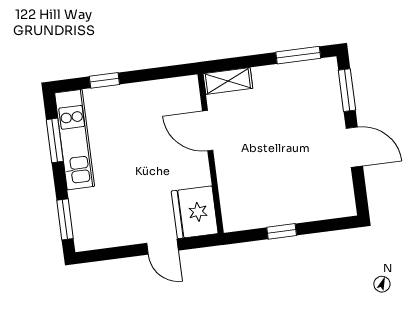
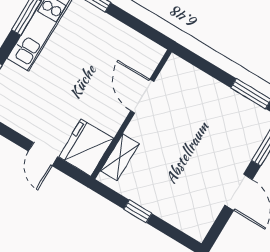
shelving: (228, 81) -> (120, 157), moved, turned 90

